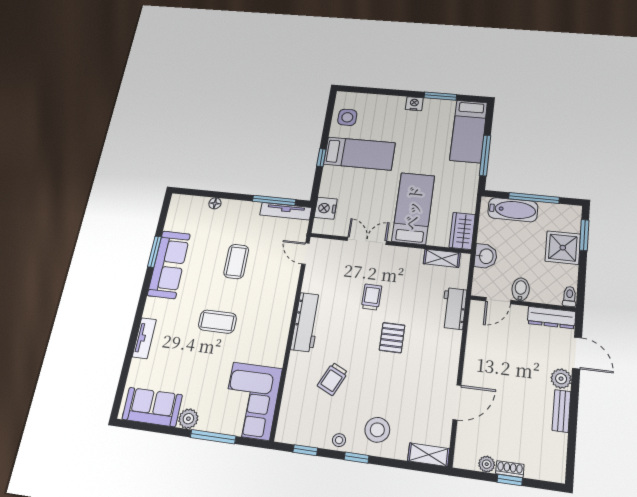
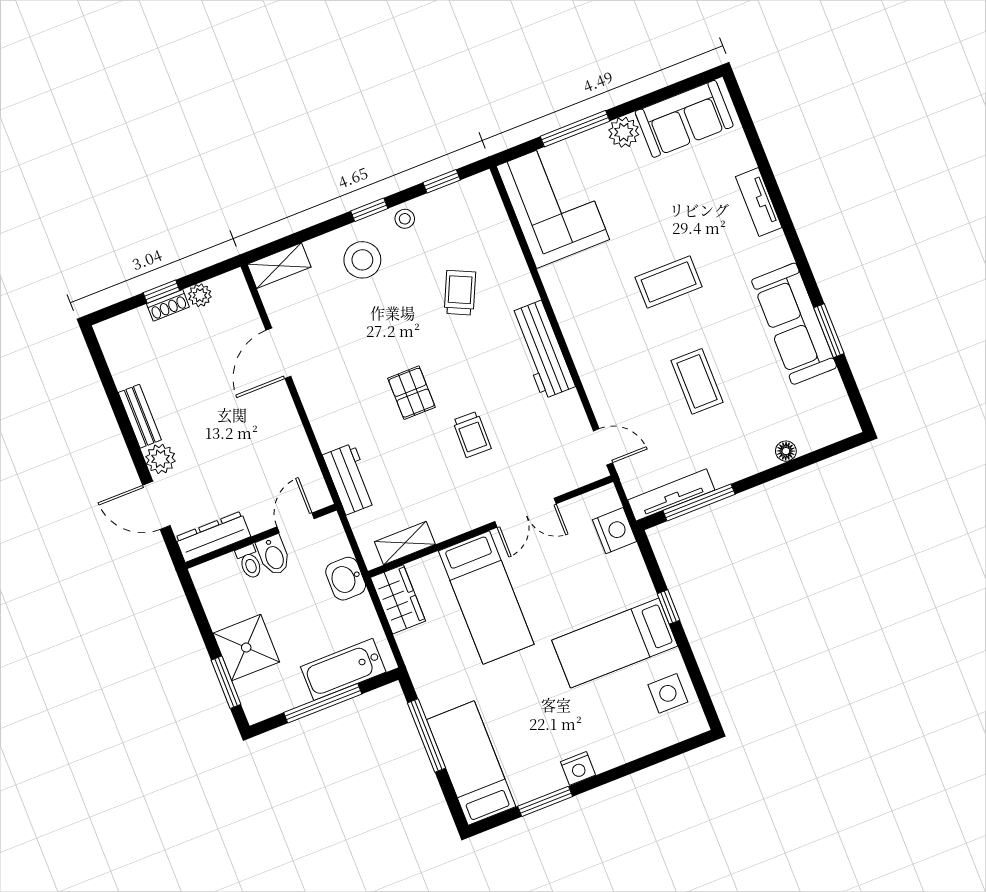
toilet: (570, 296) -> (249, 562), moved

